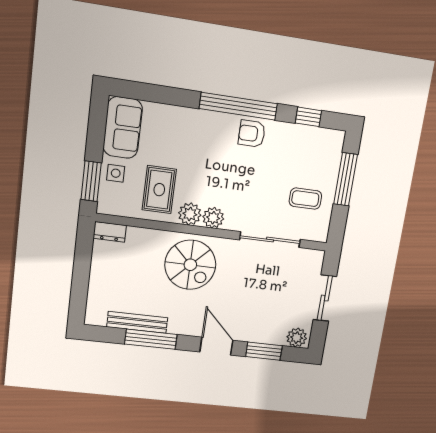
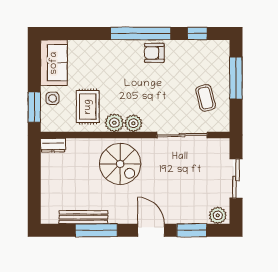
coffee table: (305, 199) -> (206, 98), turned 76

